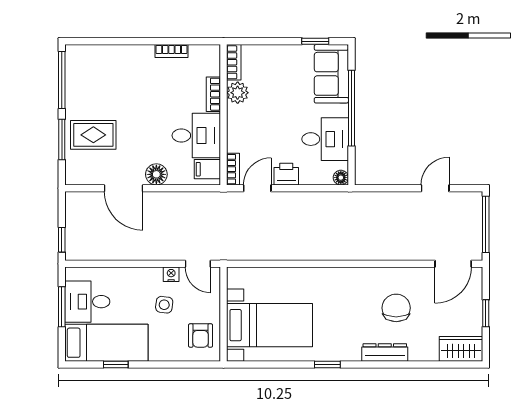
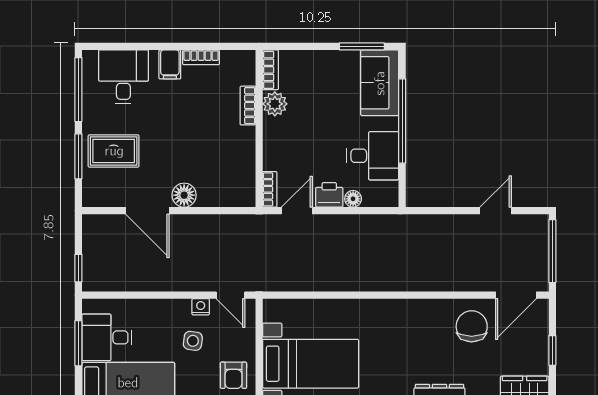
window: (315, 41) -> (362, 46), width x1.50
desk: (196, 135) -> (123, 77), moved, turned -90
filing cabinet: (207, 169) -> (170, 64), moved, turned -90
floor lamp: (341, 178) -> (353, 199), moved
chair: (396, 308) -> (472, 326), moved

